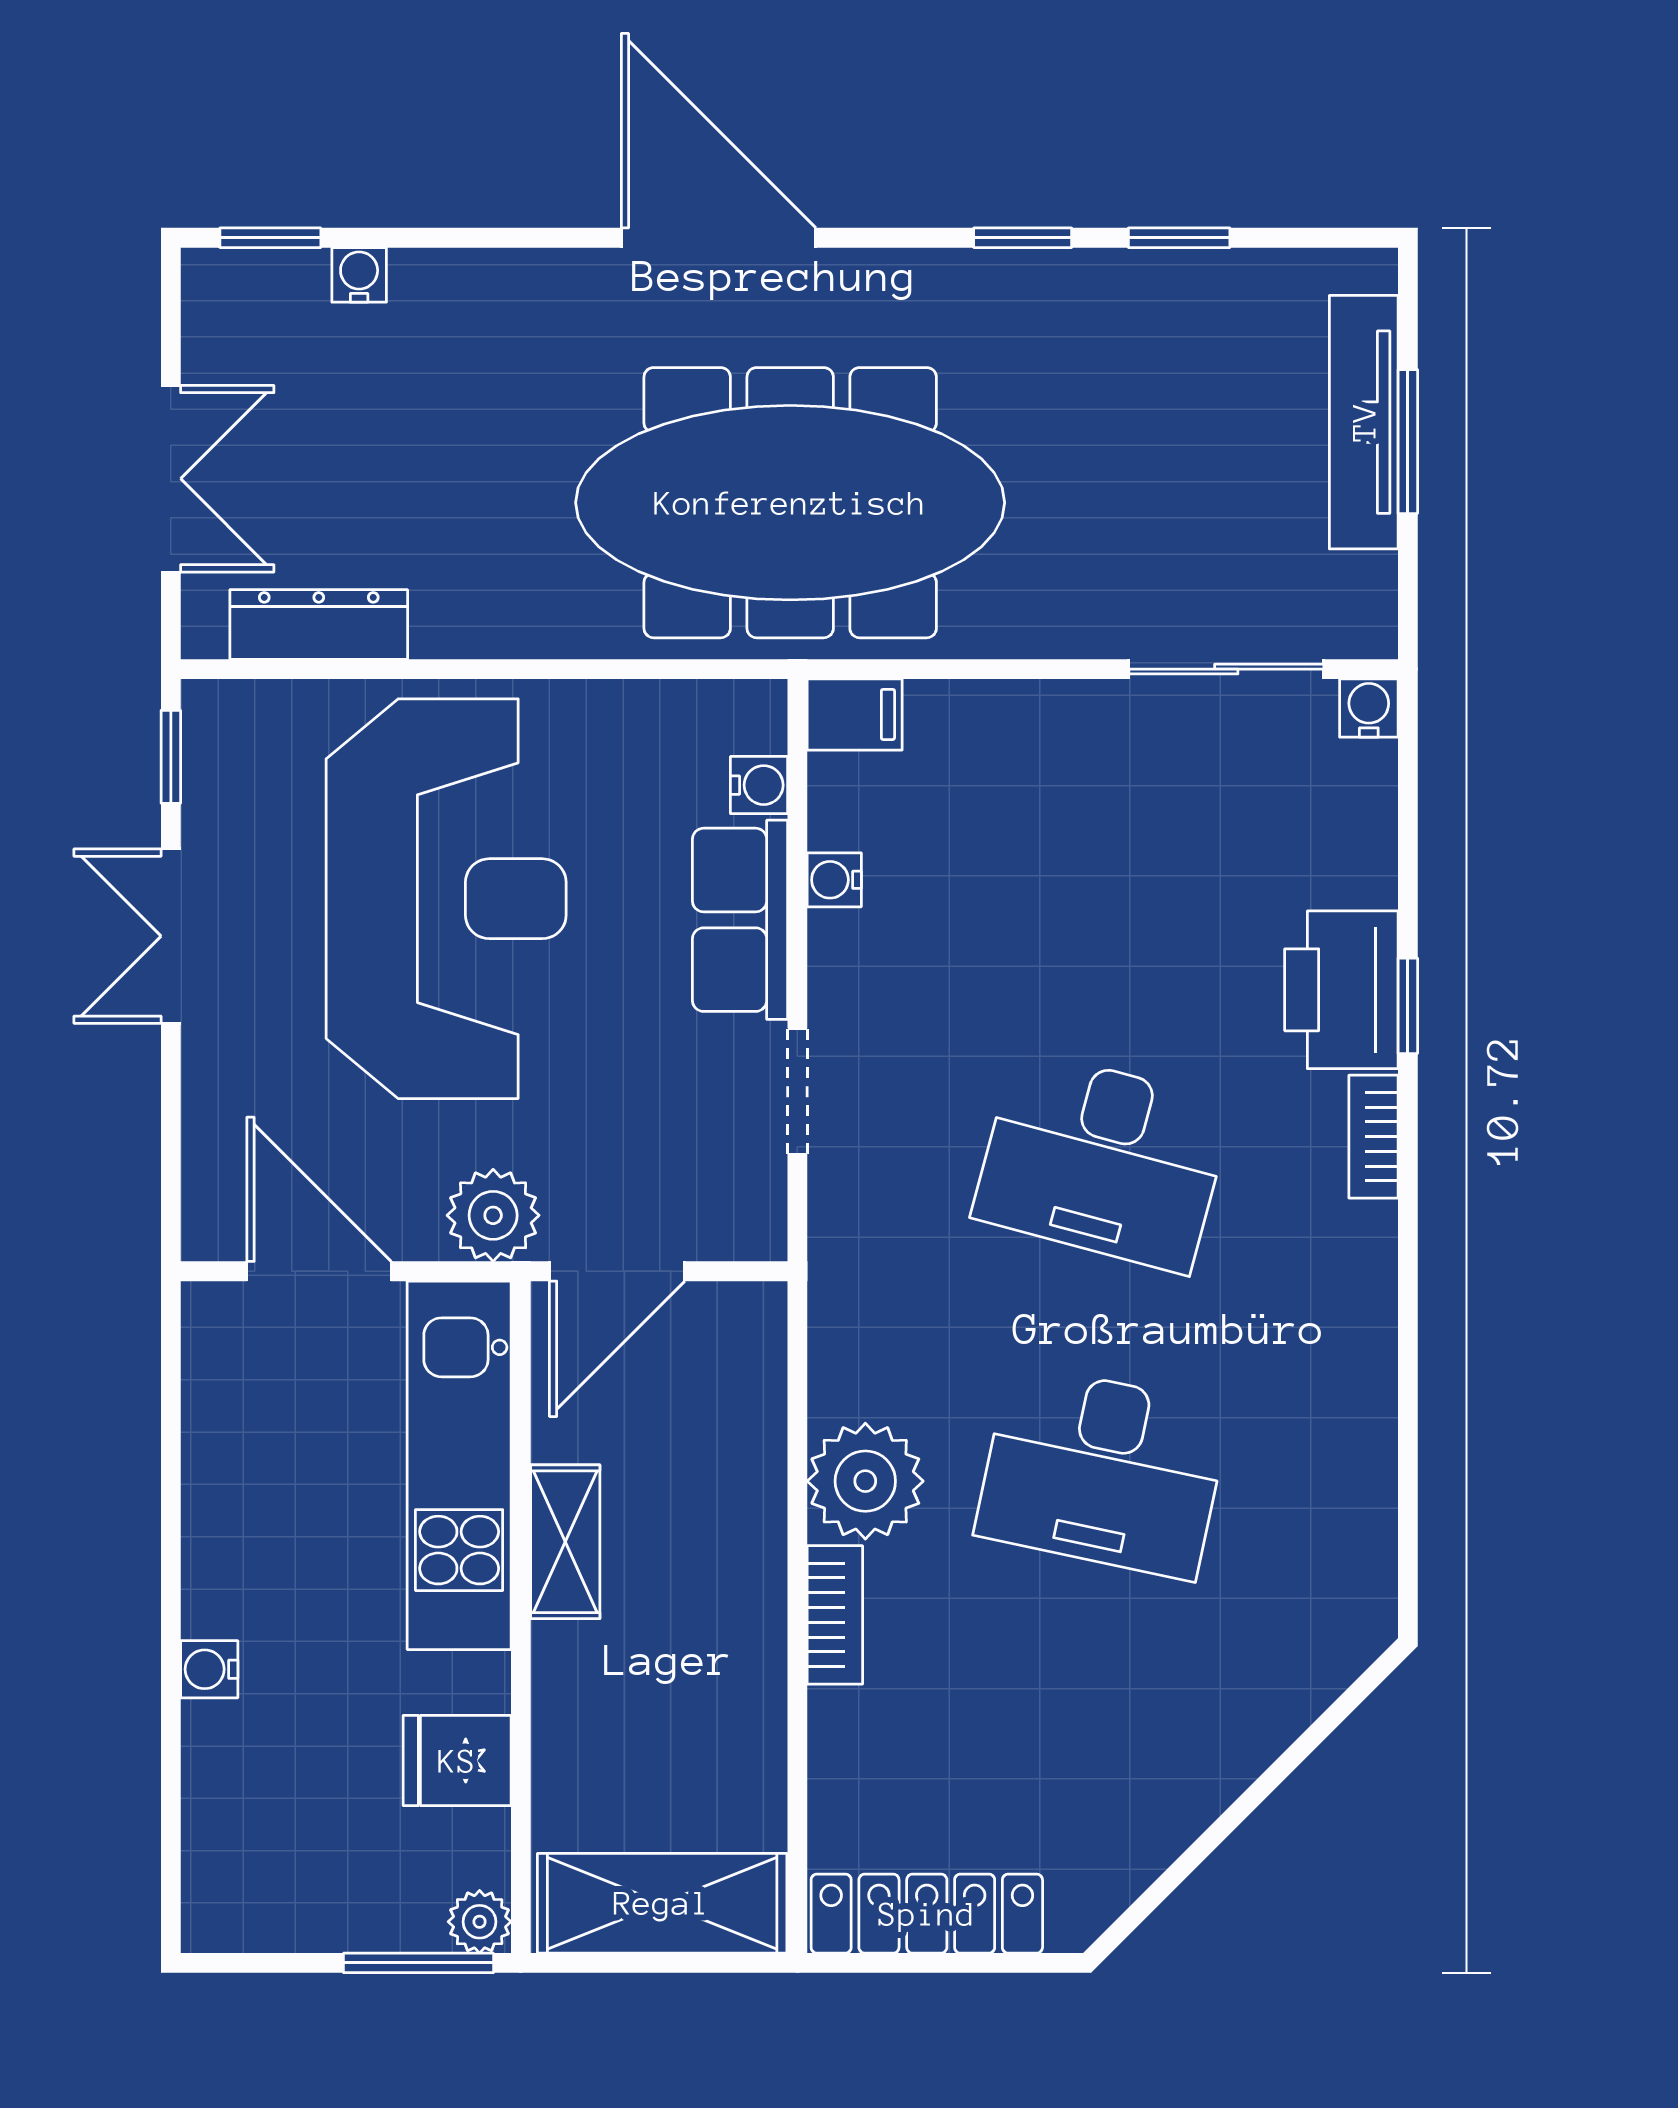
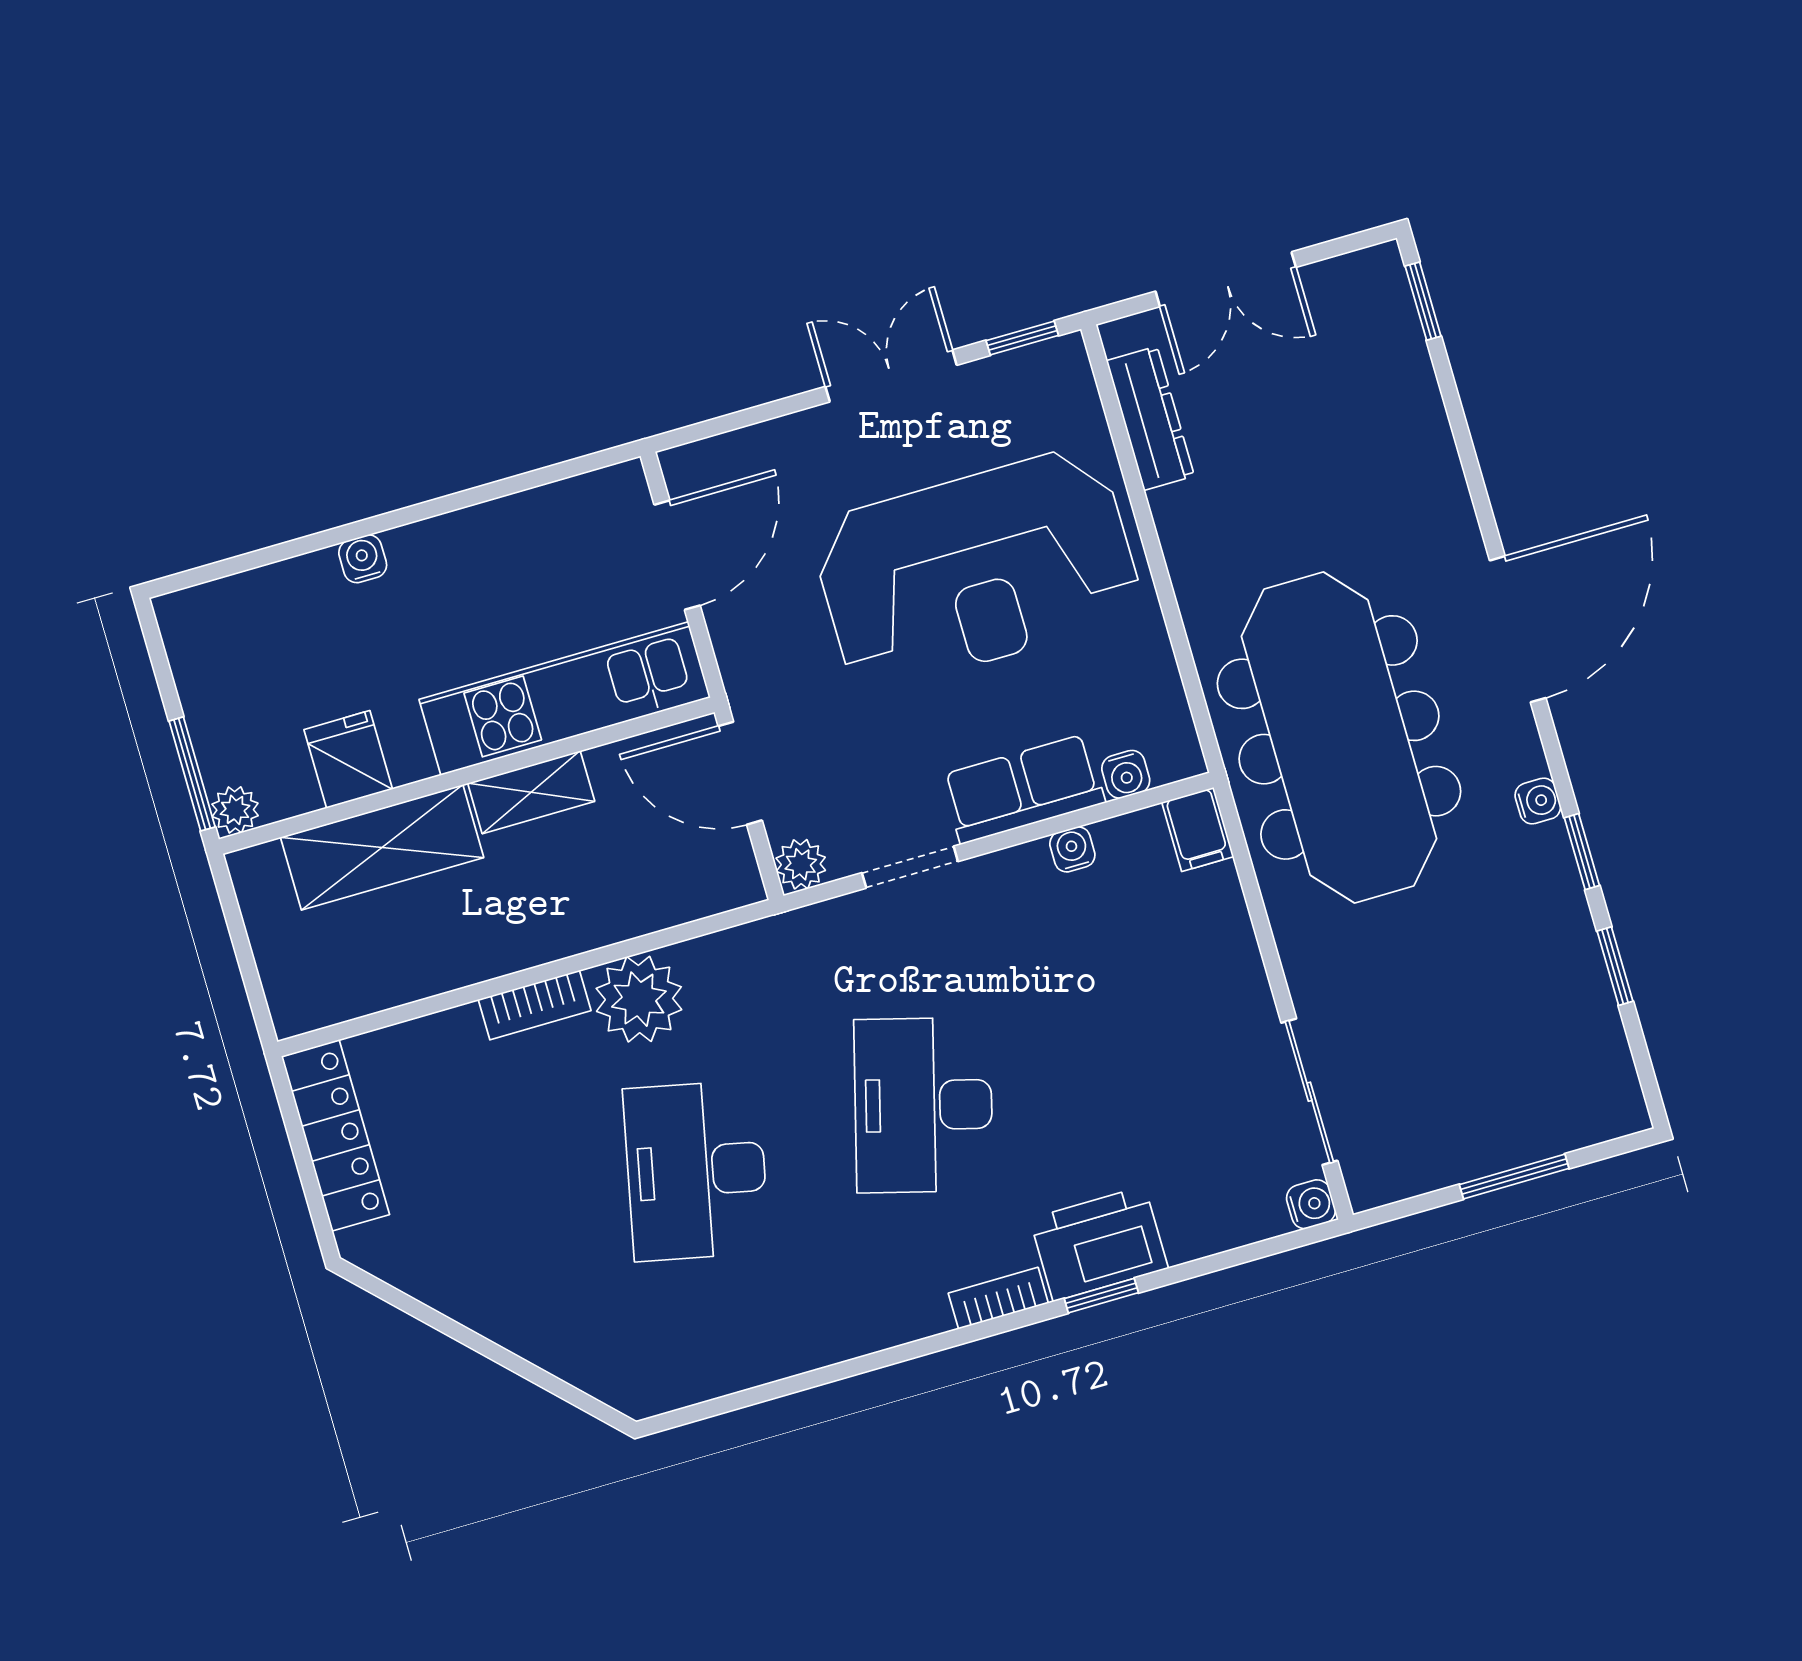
water cooler: (359, 275) -> (1538, 801), moved
tv unit: (1364, 422) -> (1519, 1140), removed
plant: (493, 1215) -> (801, 864), moved, width x0.73, depth x0.73
shelving: (662, 1903) -> (382, 847), moved, turned 90

